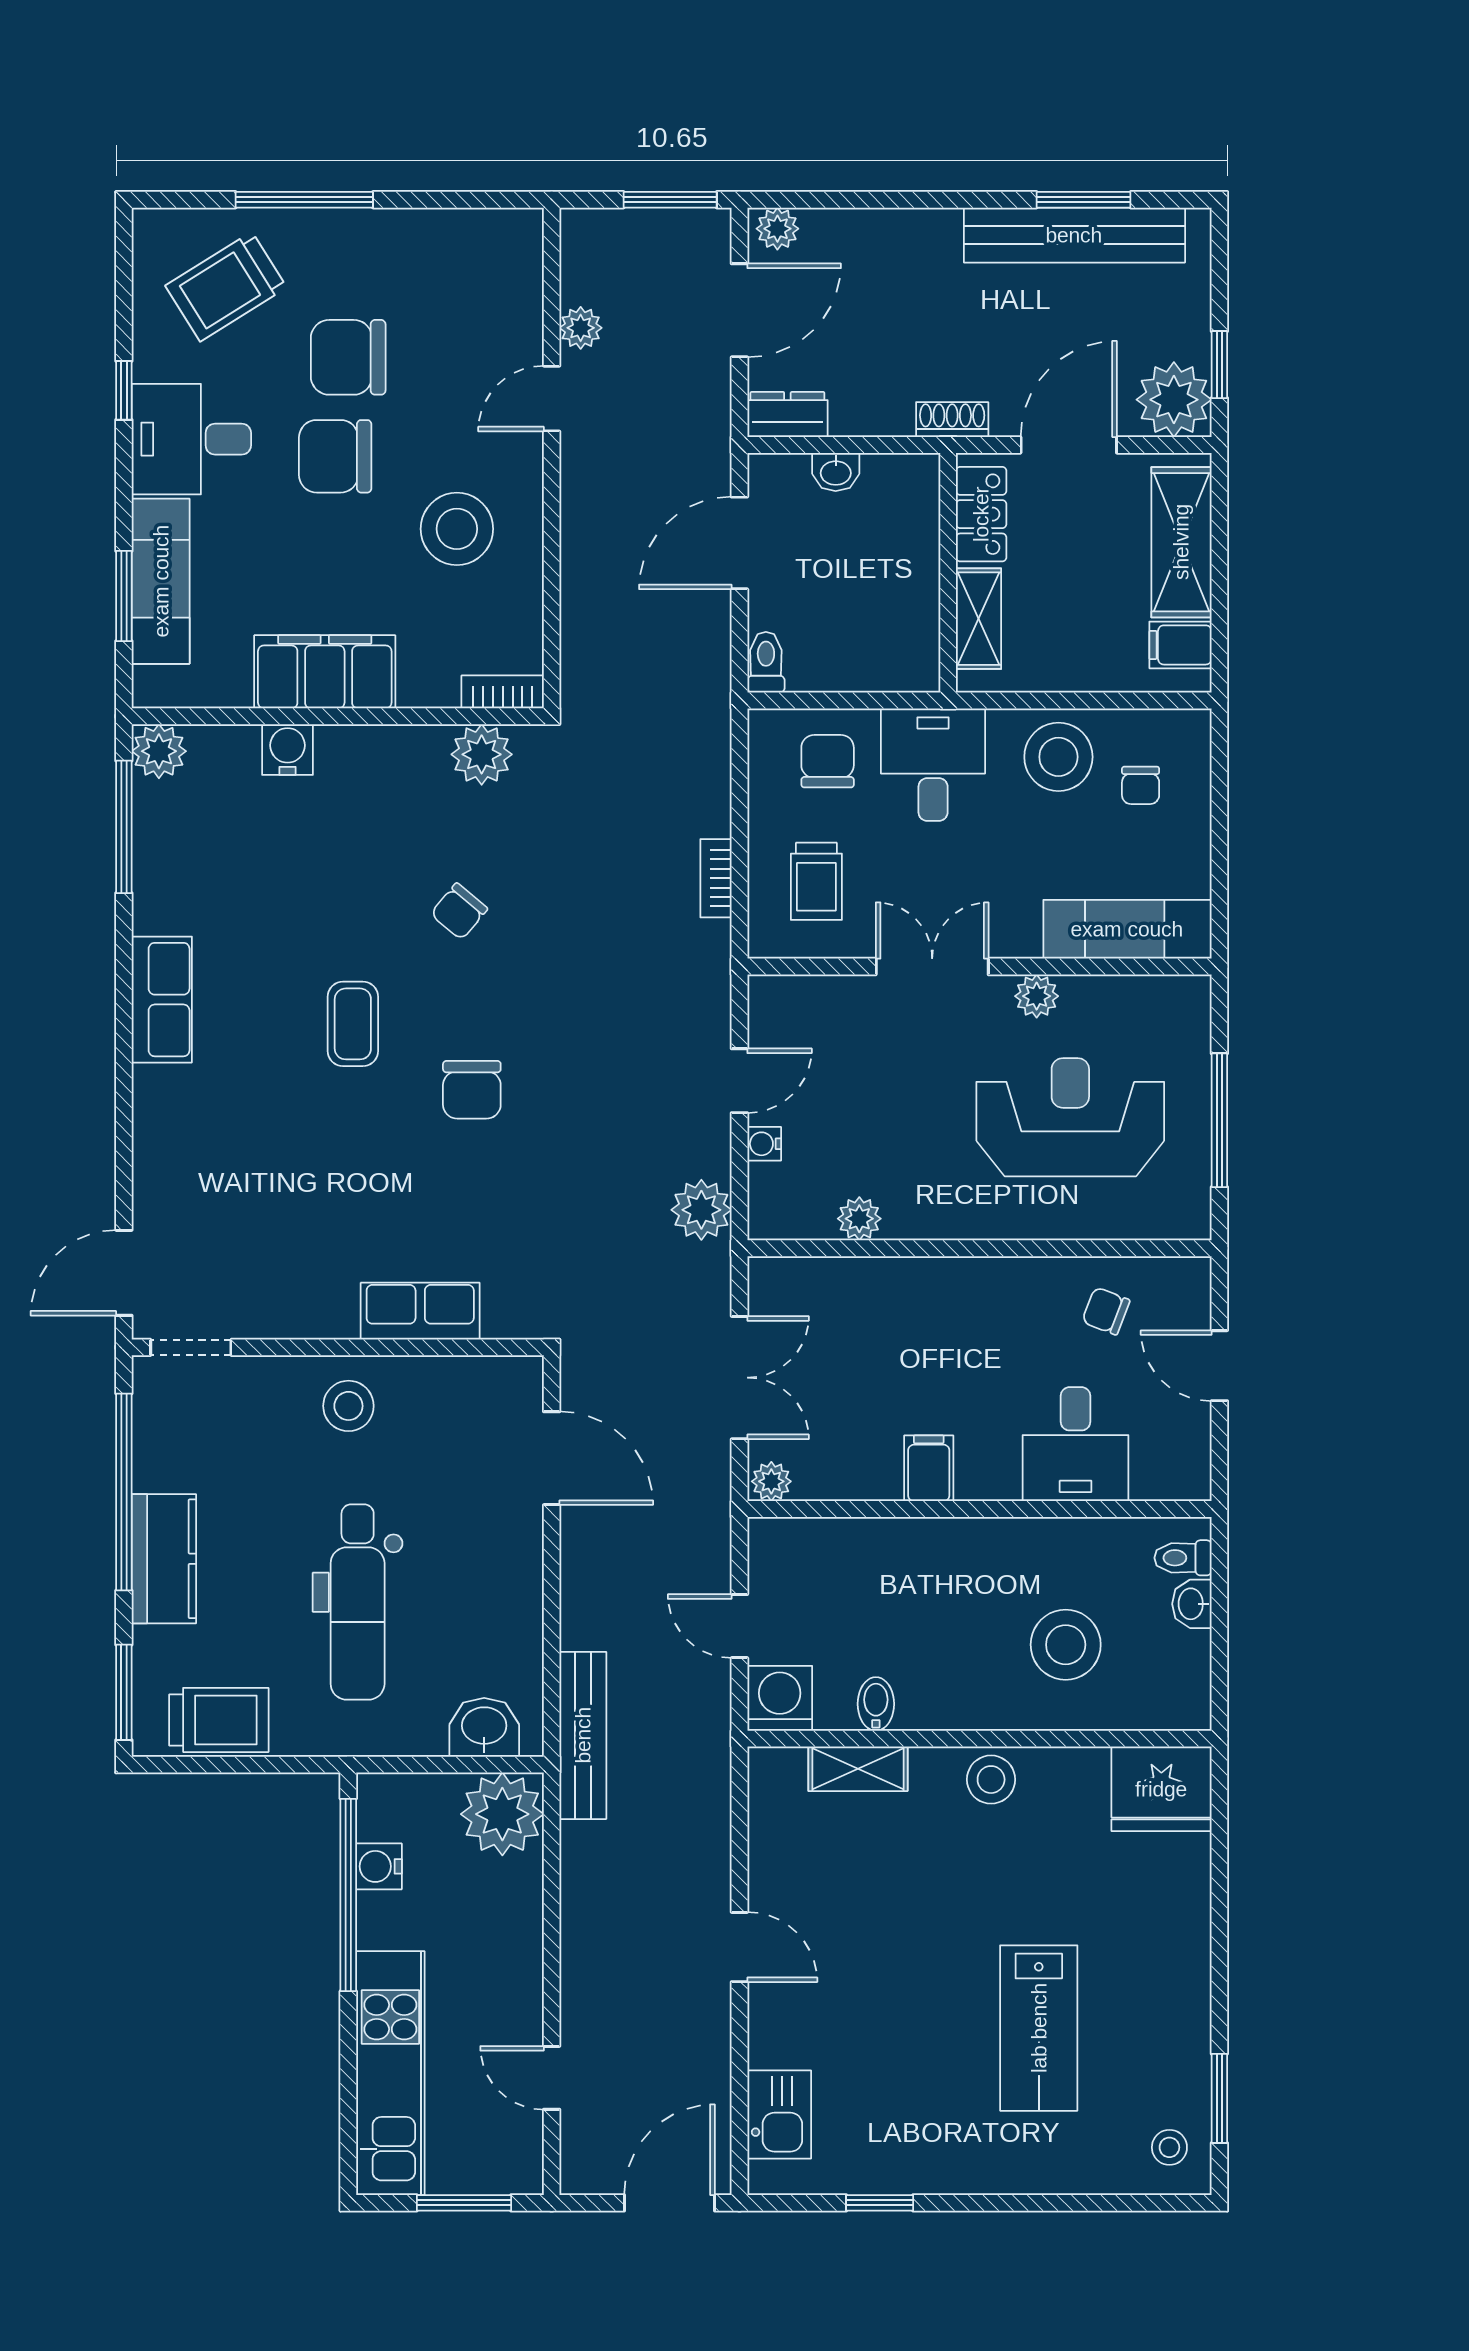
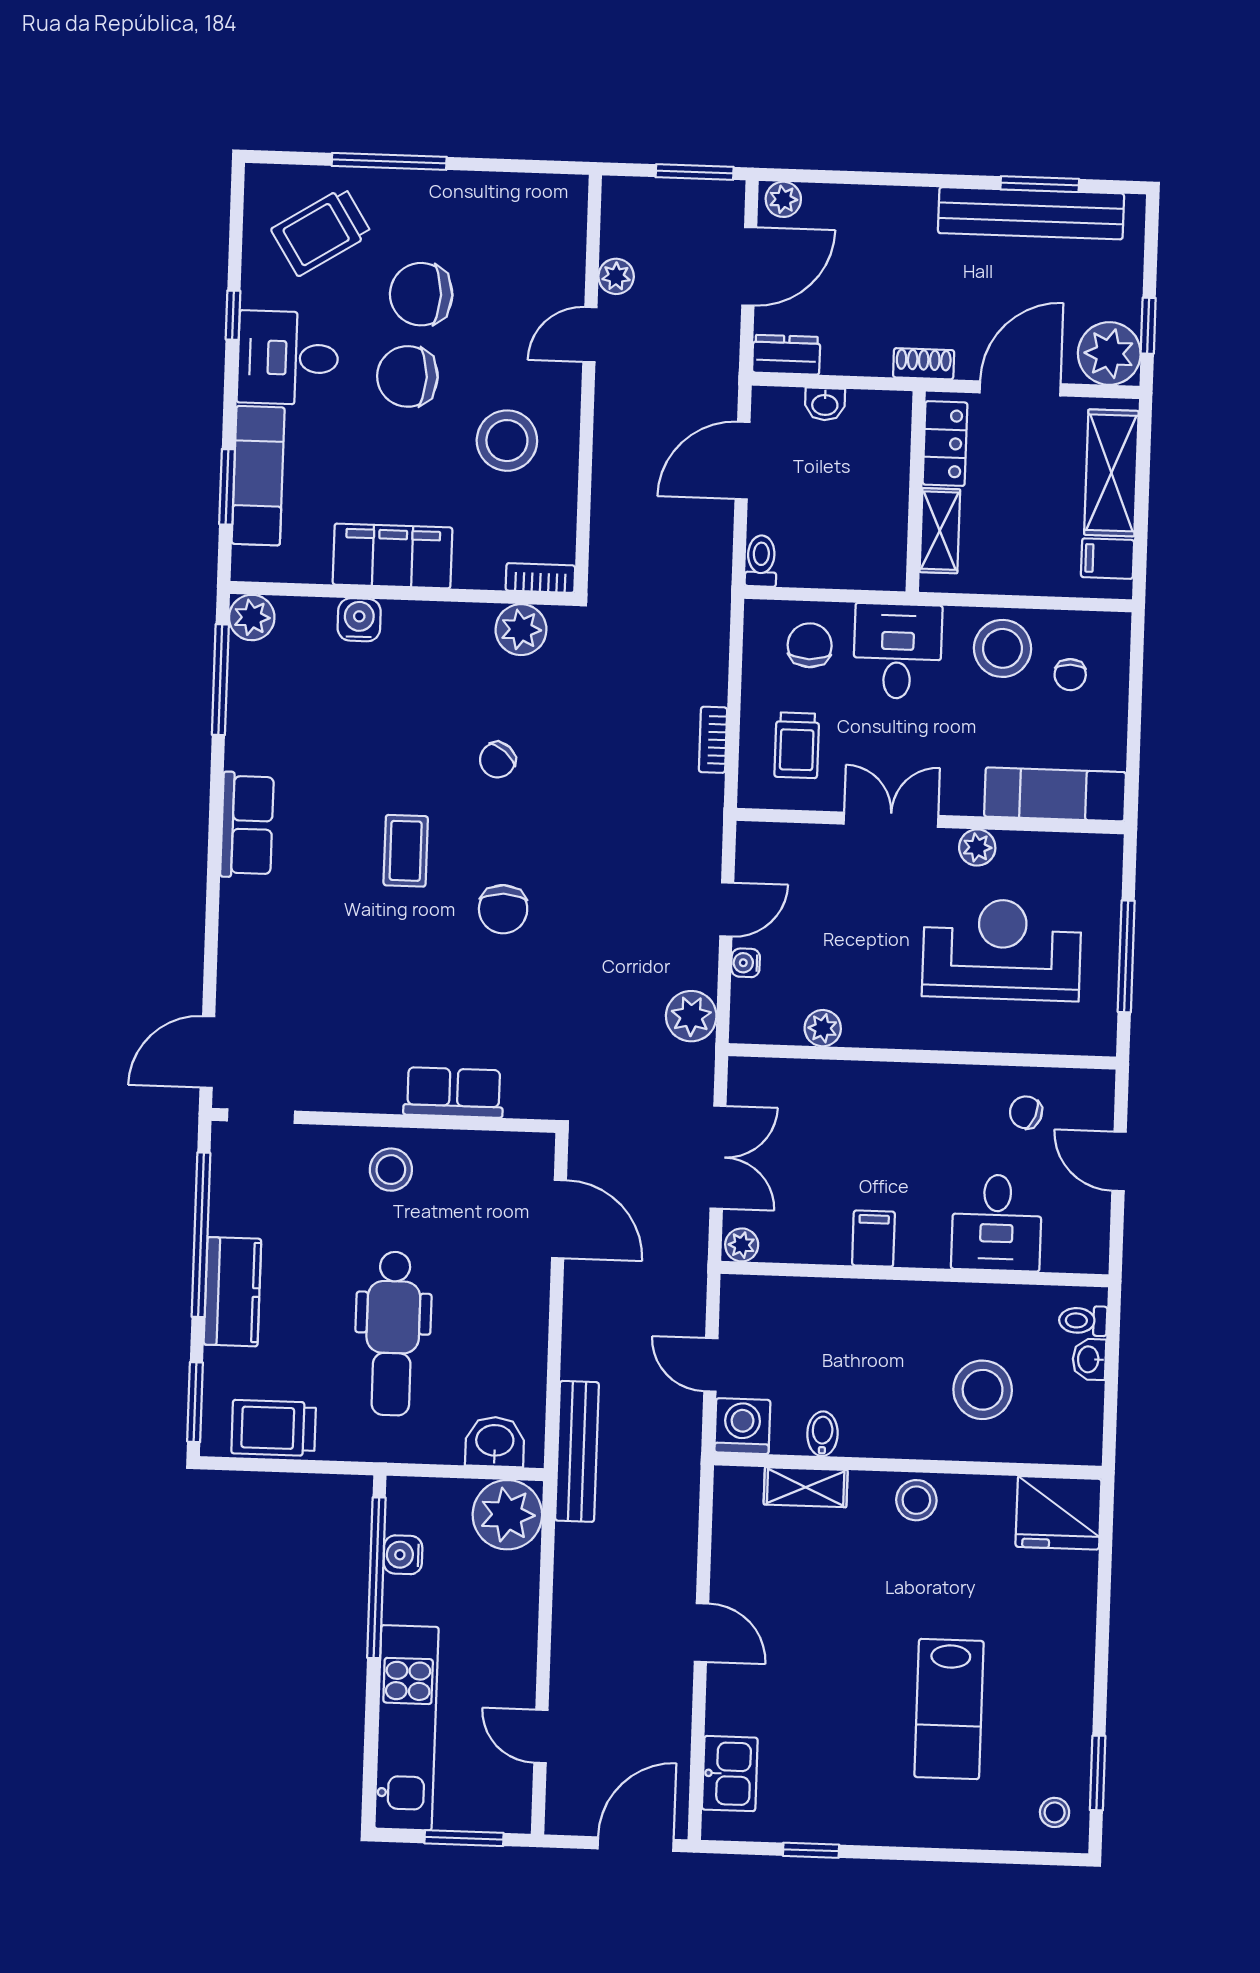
trolley: (219, 1720) -> (274, 1428), turned 180

